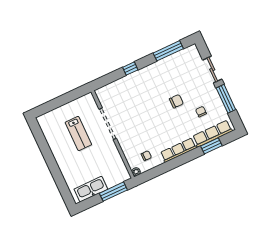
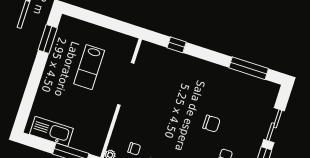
window: (130, 69) -> (177, 45), moved
window: (41, 139) -> (48, 39), added

